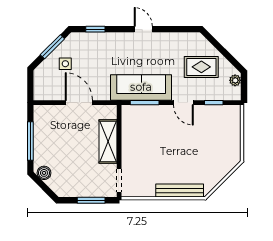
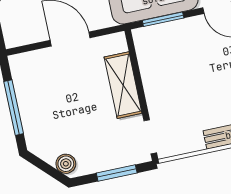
boiler: (44, 173) -> (66, 164), moved

